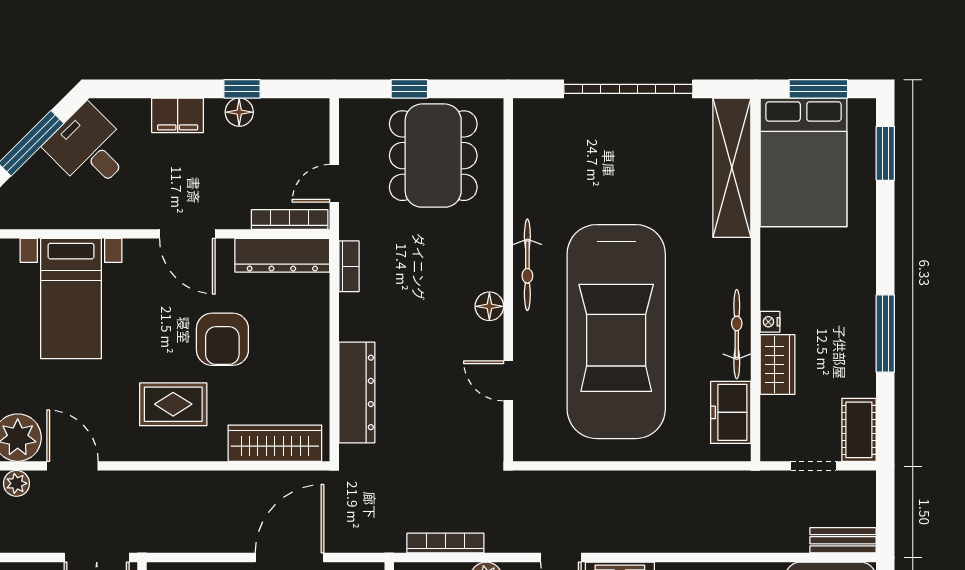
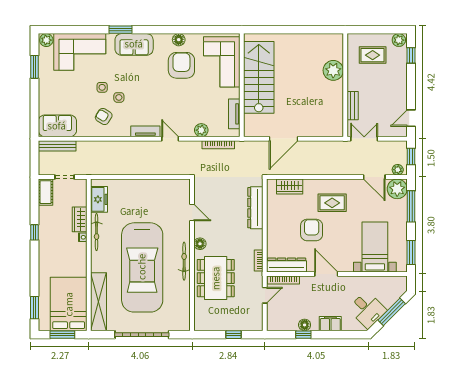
dining table: (433, 156) -> (216, 278), moved
car: (616, 332) -> (142, 267), moved, turned 180
window: (885, 334) -> (34, 232), width x0.46
wardrobe: (275, 443) -> (290, 187), width x0.67
bench: (843, 540) -> (57, 146), width x1.36

